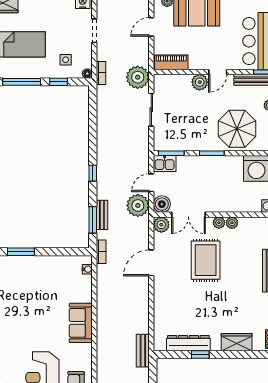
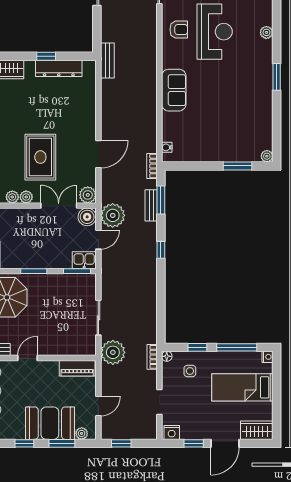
plant: (200, 82) -> (47, 347), removed

